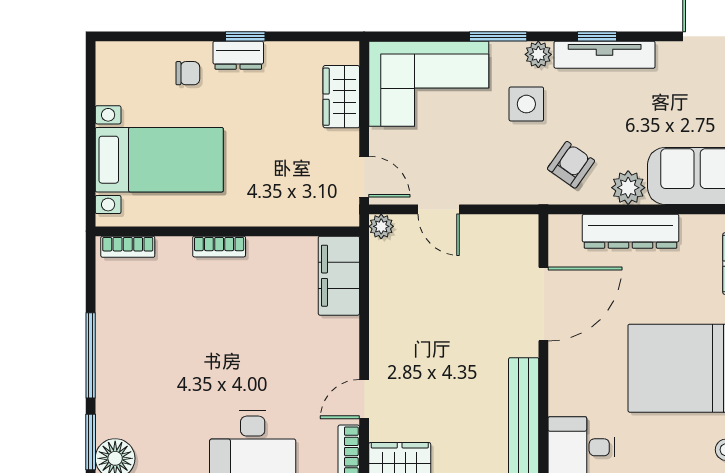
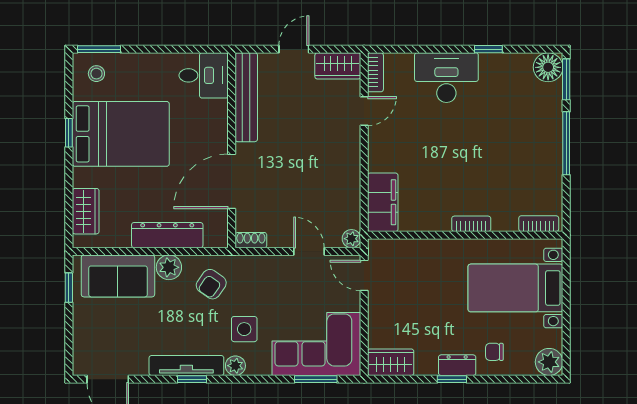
window: (498, 36) -> (316, 379), moved
plant: (114, 60) -> (549, 362), added
wardrobe: (341, 97) -> (391, 362), moved, turned -90
shoe rack: (517, 224) -> (251, 240), added

